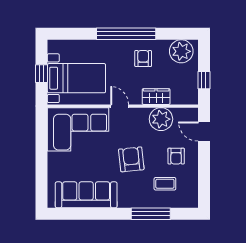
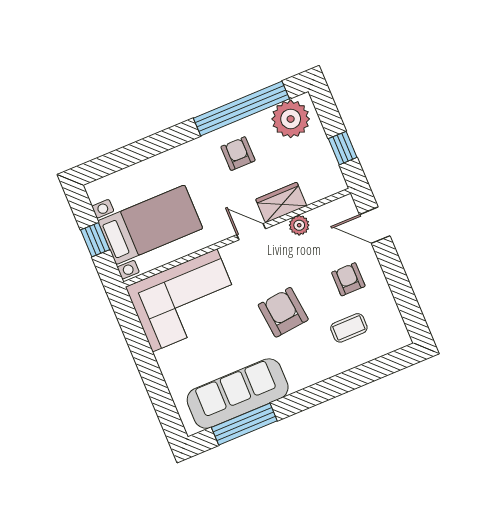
window: (126, 34) -> (241, 109), moved
door: (120, 106) -> (251, 232), moved
plant: (161, 119) -> (299, 225), width x0.53, depth x0.53
armchair: (176, 156) -> (348, 279), turned 180
window: (151, 214) -> (244, 424), moved

